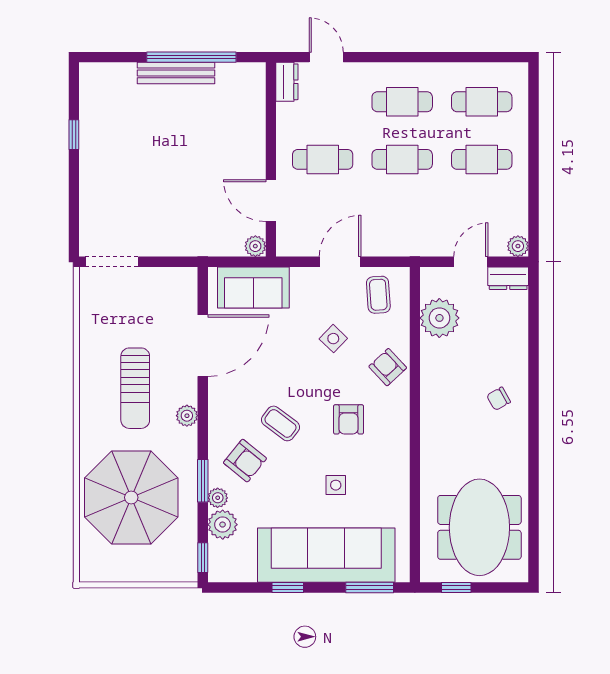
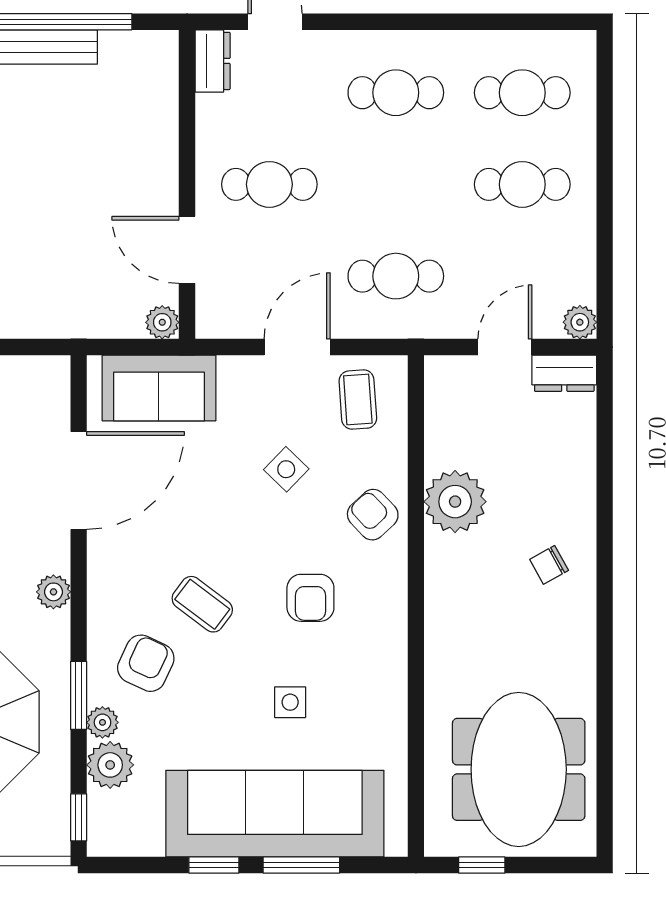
cafe table: (402, 159) -> (396, 276), moved
plant: (439, 318) -> (455, 502), moved
armchair: (245, 461) -> (146, 663), turned -104
window: (370, 587) -> (301, 865), moved

